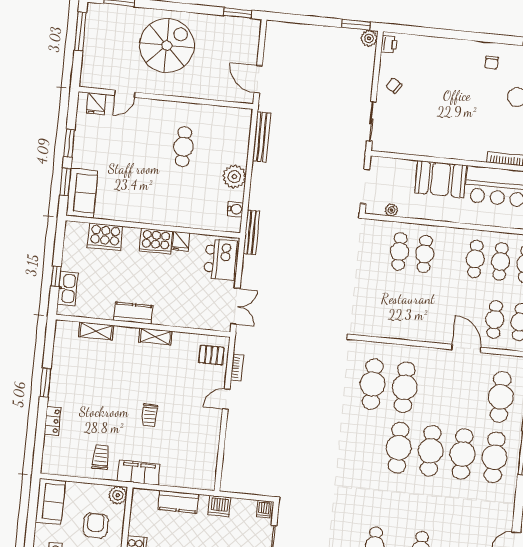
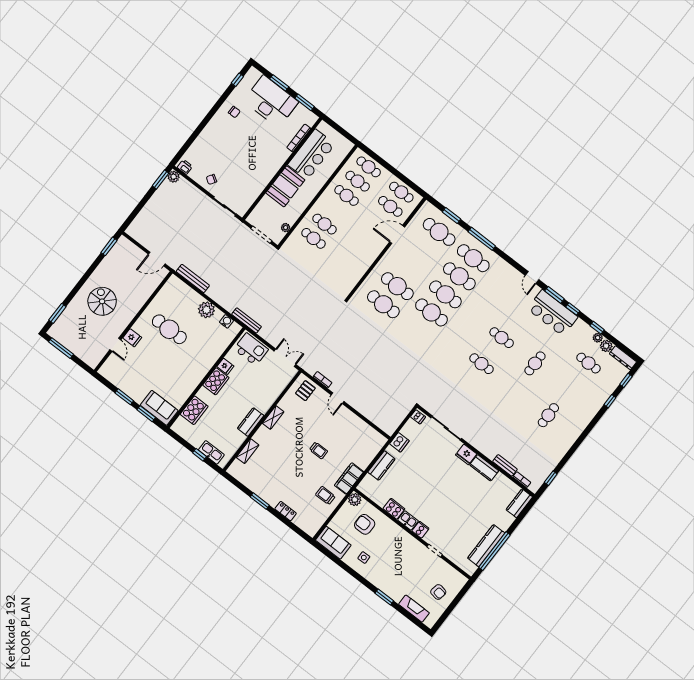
spiral stairs: (167, 46) -> (102, 301), width x0.73, depth x0.73
fridge: (96, 104) -> (132, 338), moved
cafe table: (183, 147) -> (169, 329), width x1.37, depth x1.35

